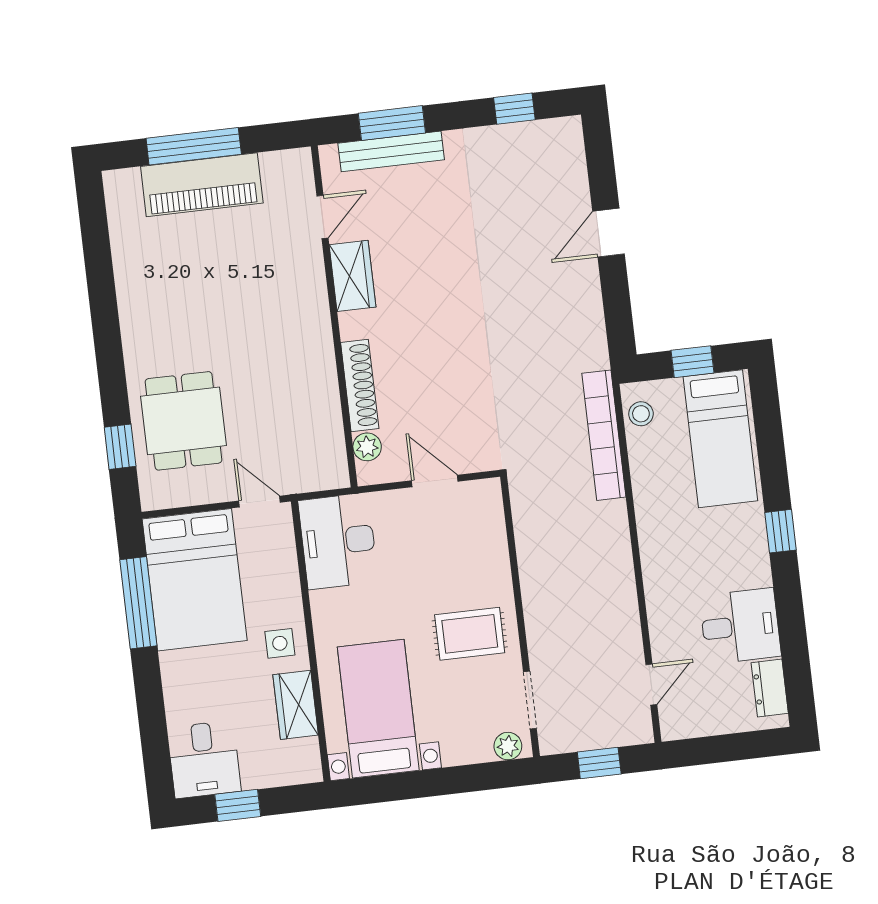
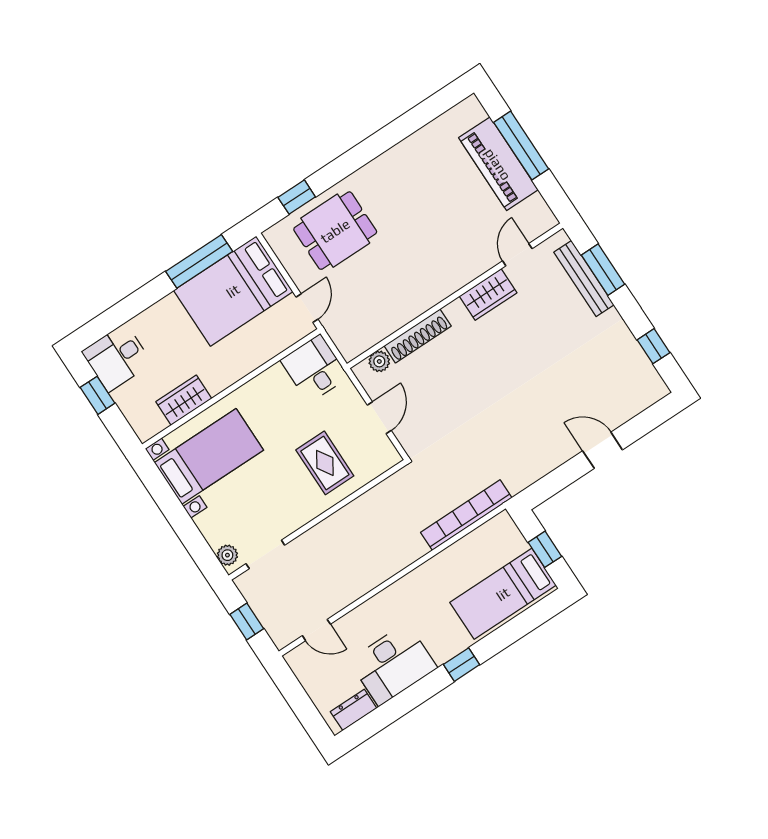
door: (322, 217) -> (517, 255), swing flipped
stool: (641, 414) -> (493, 532), removed
desk: (338, 541) -> (314, 369), width x0.73
desk: (740, 626) -> (393, 664), width x1.37
rug: (470, 634) -> (325, 463), moved
side table: (280, 643) -> (219, 369), removed

